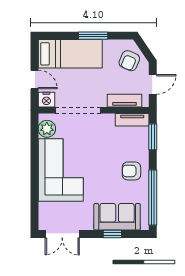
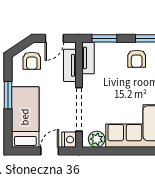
armchair: (129, 61) -> (32, 61), turned 67
door: (153, 84) -> (54, 38), swing flipped

